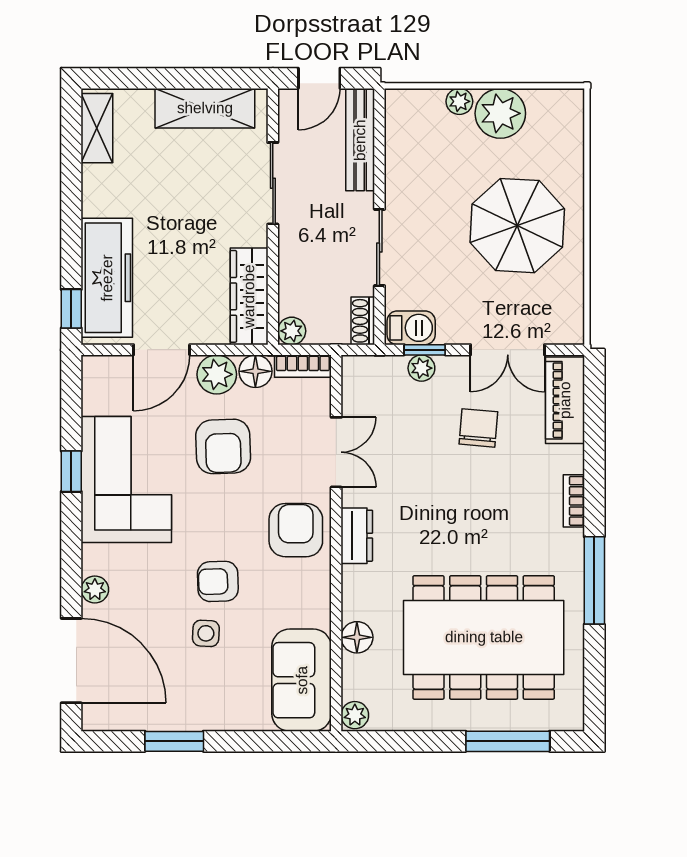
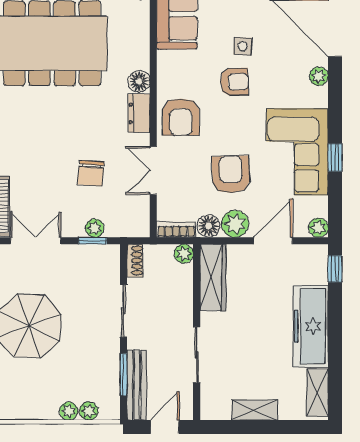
shelving: (205, 108) -> (255, 410), width x0.67, depth x0.75
plant: (500, 113) -> (89, 411), moved, width x0.53, depth x0.53
window: (379, 154) -> (124, 375), added
freezer: (107, 278) -> (311, 326), moved
barbecue: (411, 328) -> (102, 256), removed
plant: (95, 369) -> (319, 228), added
chair: (478, 428) -> (91, 173), moved
floor lamp: (357, 637) -> (139, 81), moved

